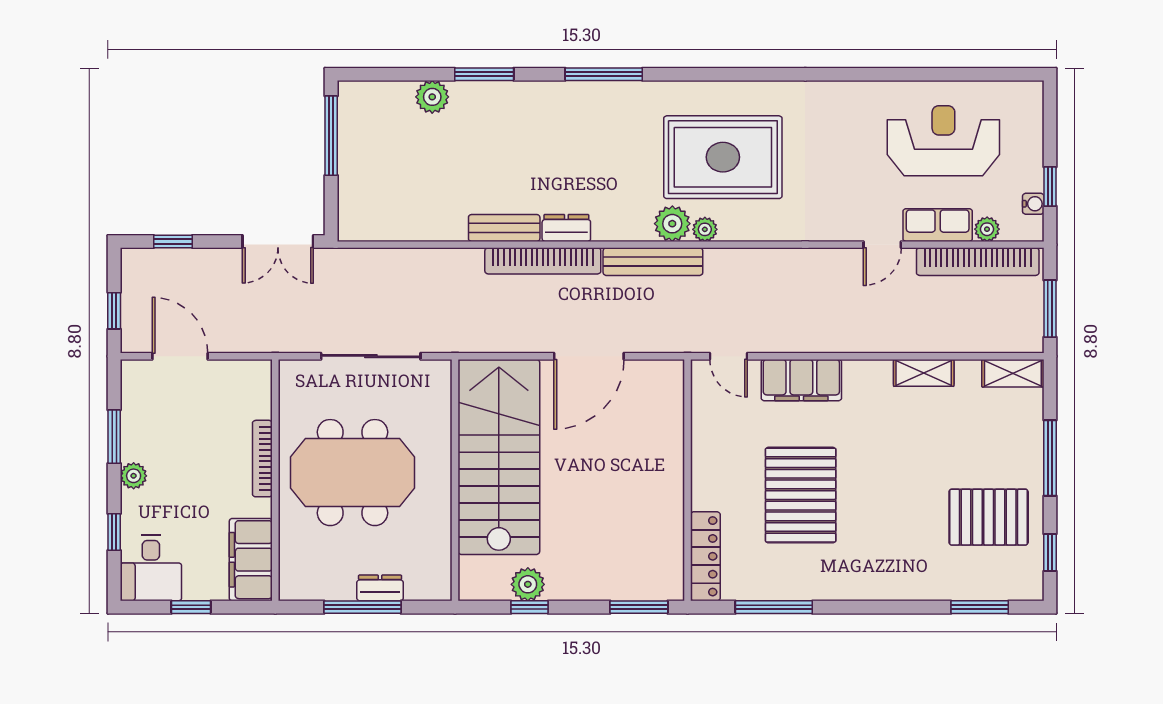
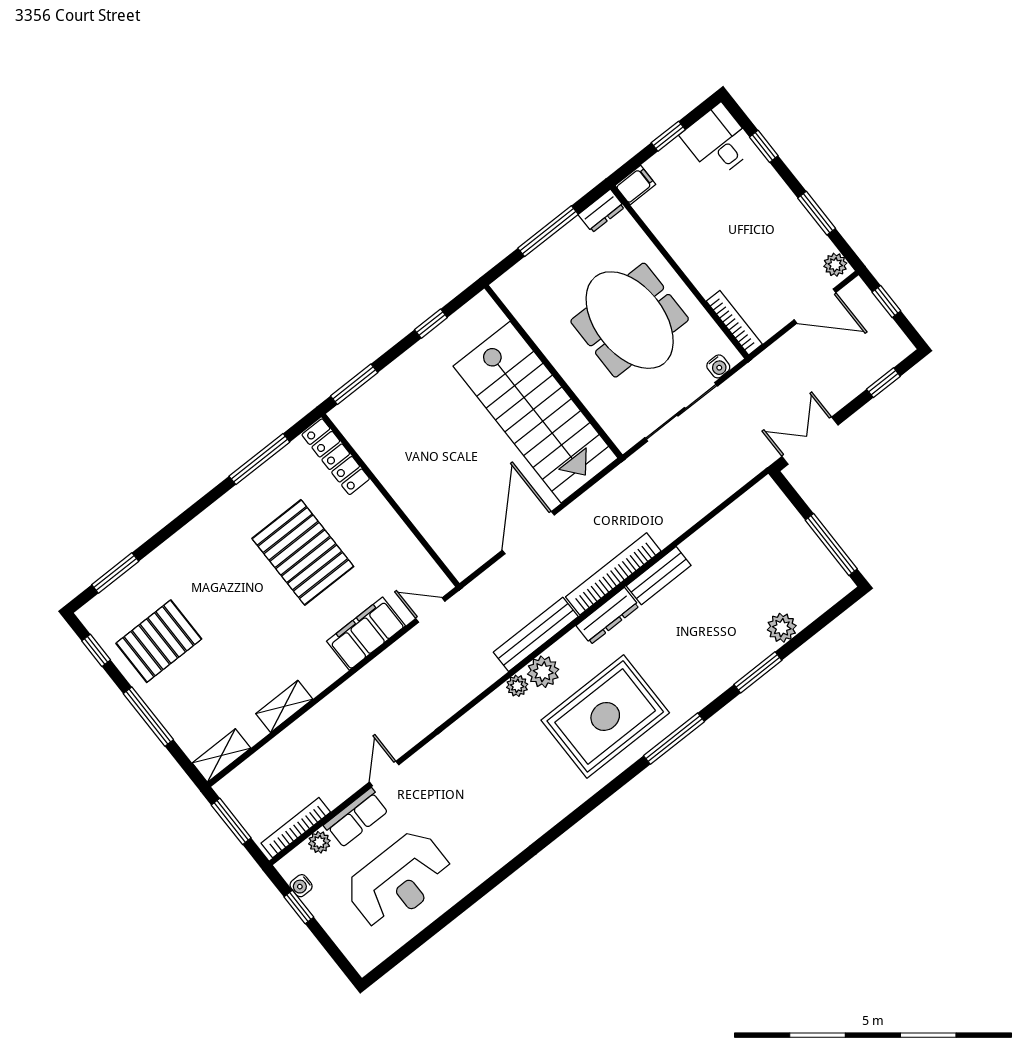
rug: (723, 157) -> (605, 716), moved
dresser: (566, 228) -> (608, 616), width x1.44
bookcase: (978, 262) -> (296, 828), width x0.68, depth x0.76
water cooler: (307, 370) -> (718, 366), added
bookcase: (262, 459) -> (734, 323), moved
meeting table: (353, 473) -> (630, 320), turned 90
plant: (134, 476) -> (835, 265), moved
filing cabinet: (251, 560) -> (635, 185), width x0.33, depth x0.86
plant: (528, 584) -> (445, 339), removed
dresser: (380, 588) -> (601, 211), moved

